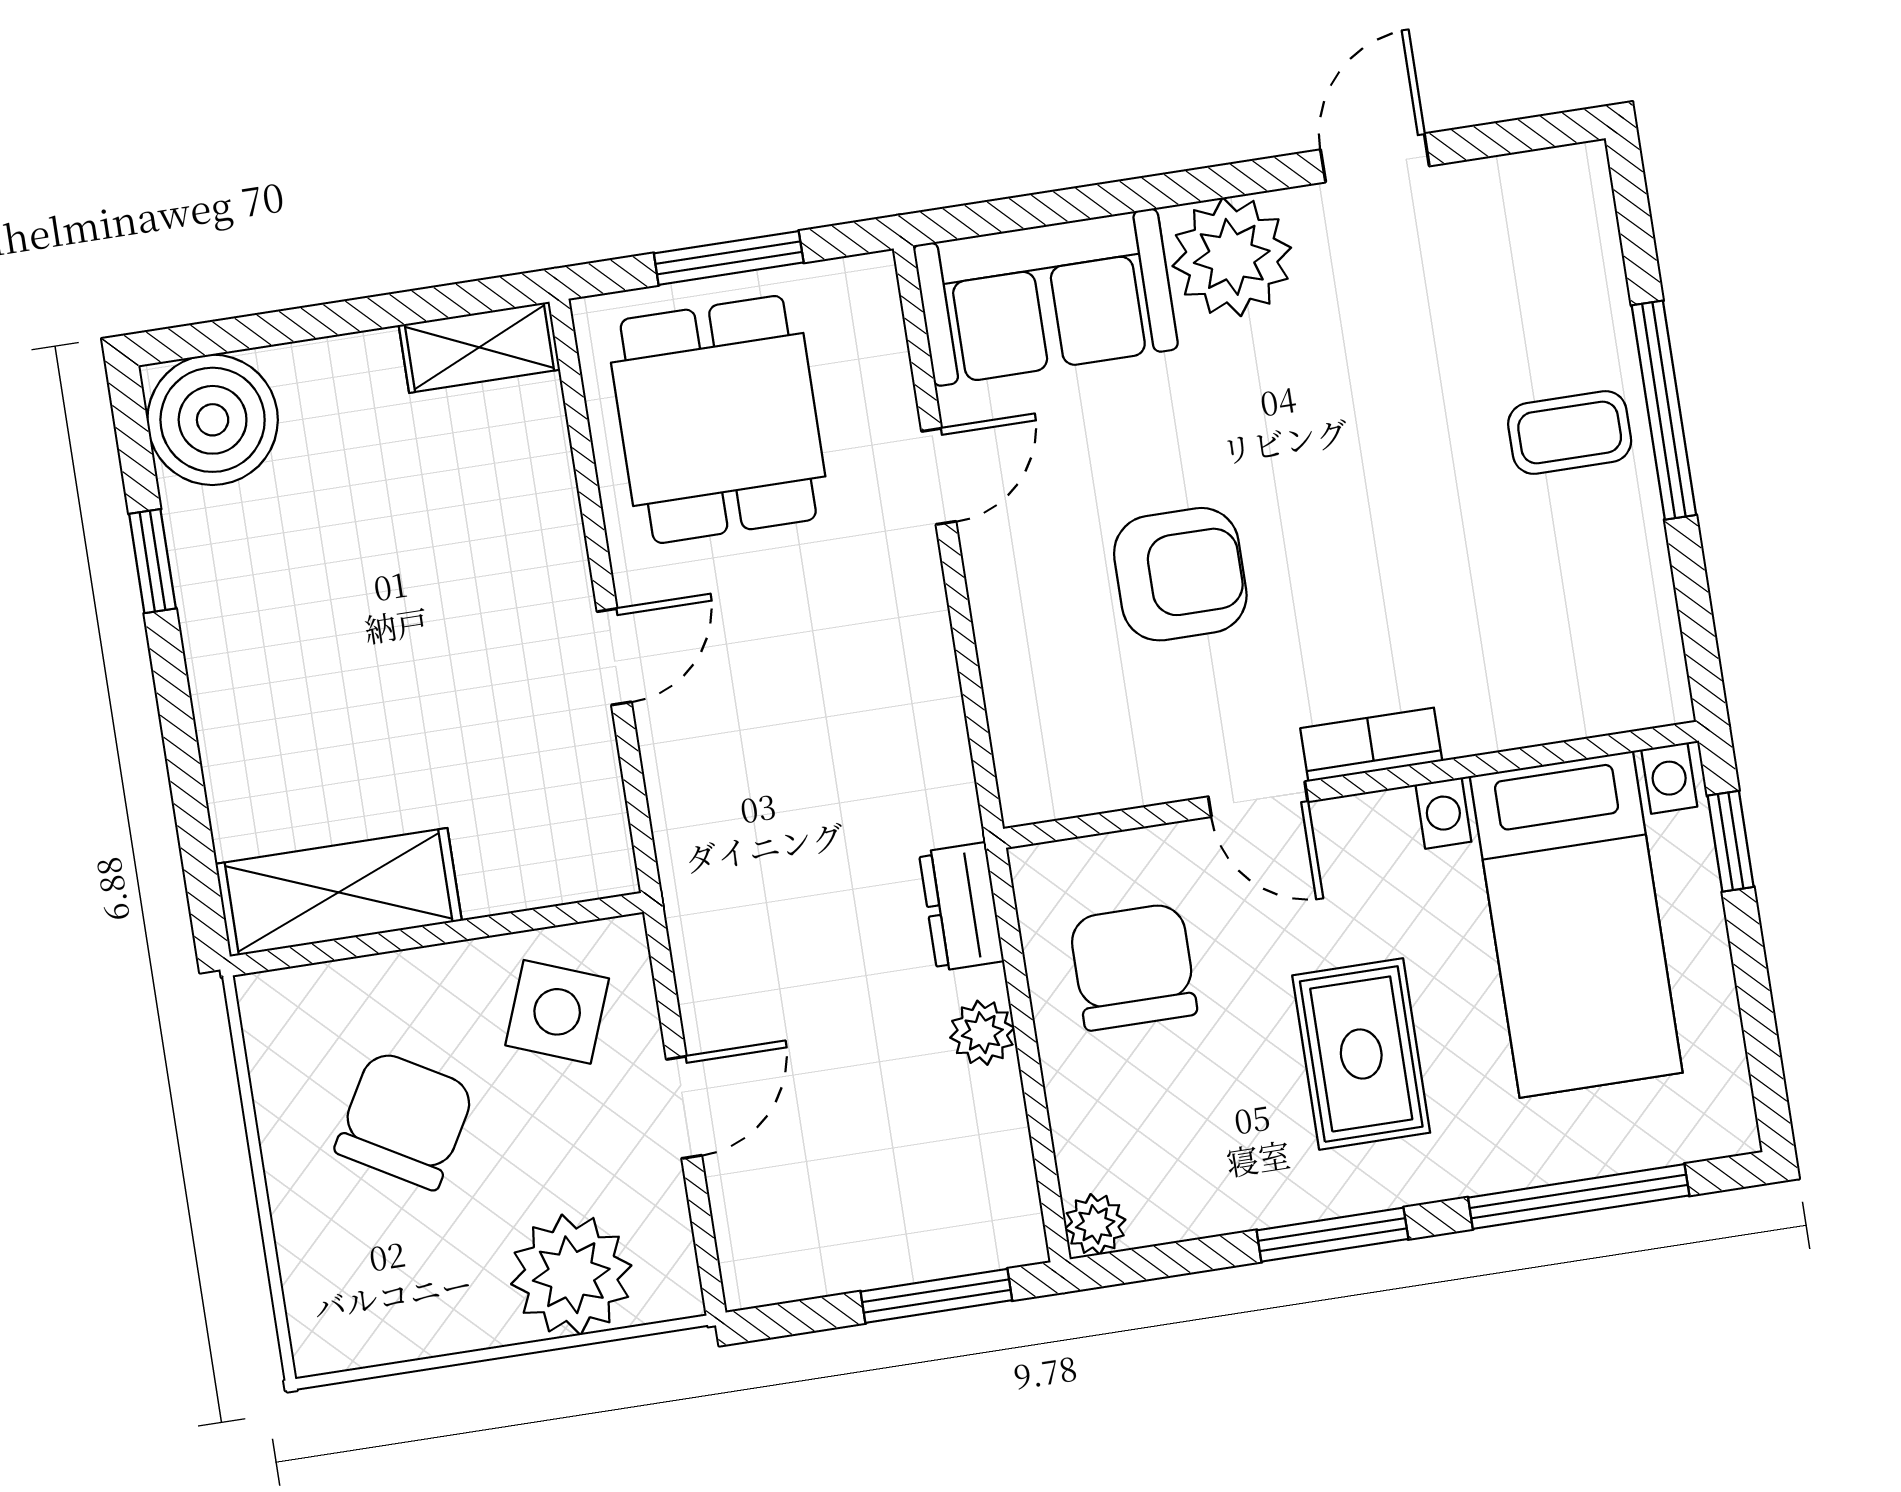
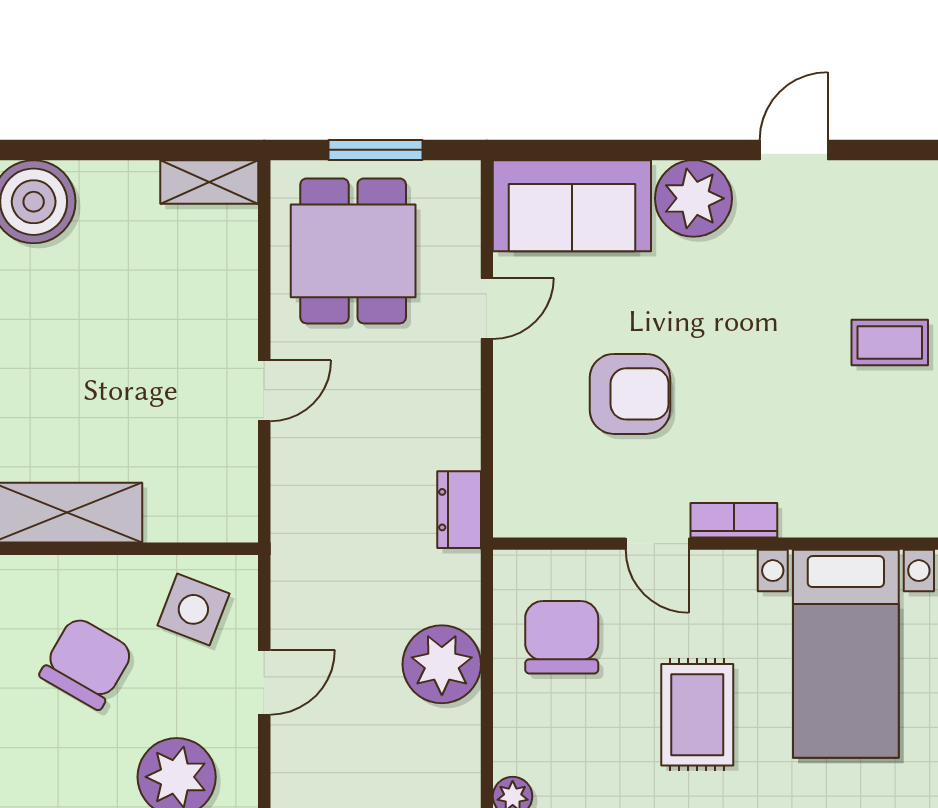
dresser: (961, 907) -> (459, 510), moved
plant: (982, 1033) -> (442, 664), width x1.87, depth x1.87

